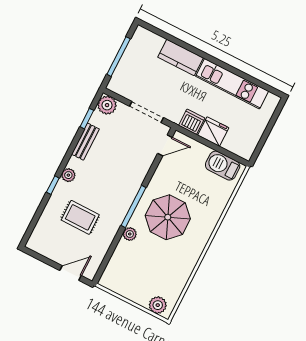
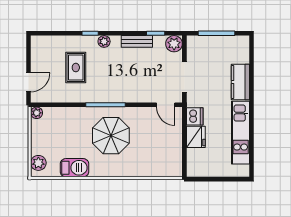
barbecue: (223, 166) -> (74, 168), moved, turned 90
plant: (130, 234) -> (37, 113), moved
door: (71, 273) -> (29, 82), hinge flipped

